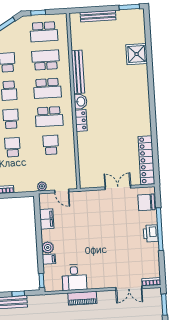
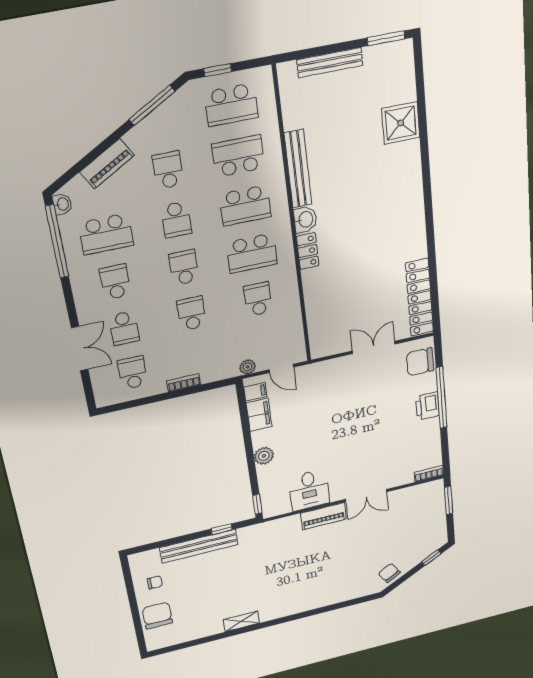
filing cabinet: (49, 259) -> (255, 392), moved
double door: (129, 288) -> (366, 495), moved

